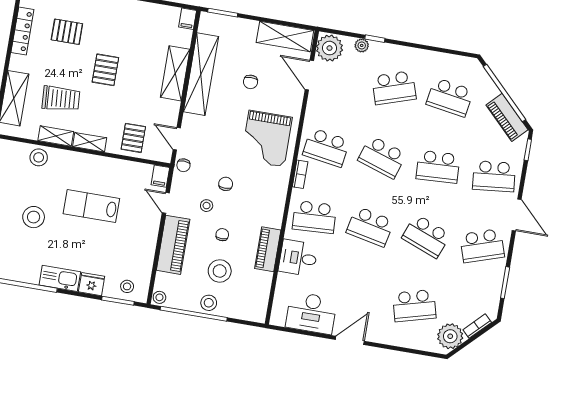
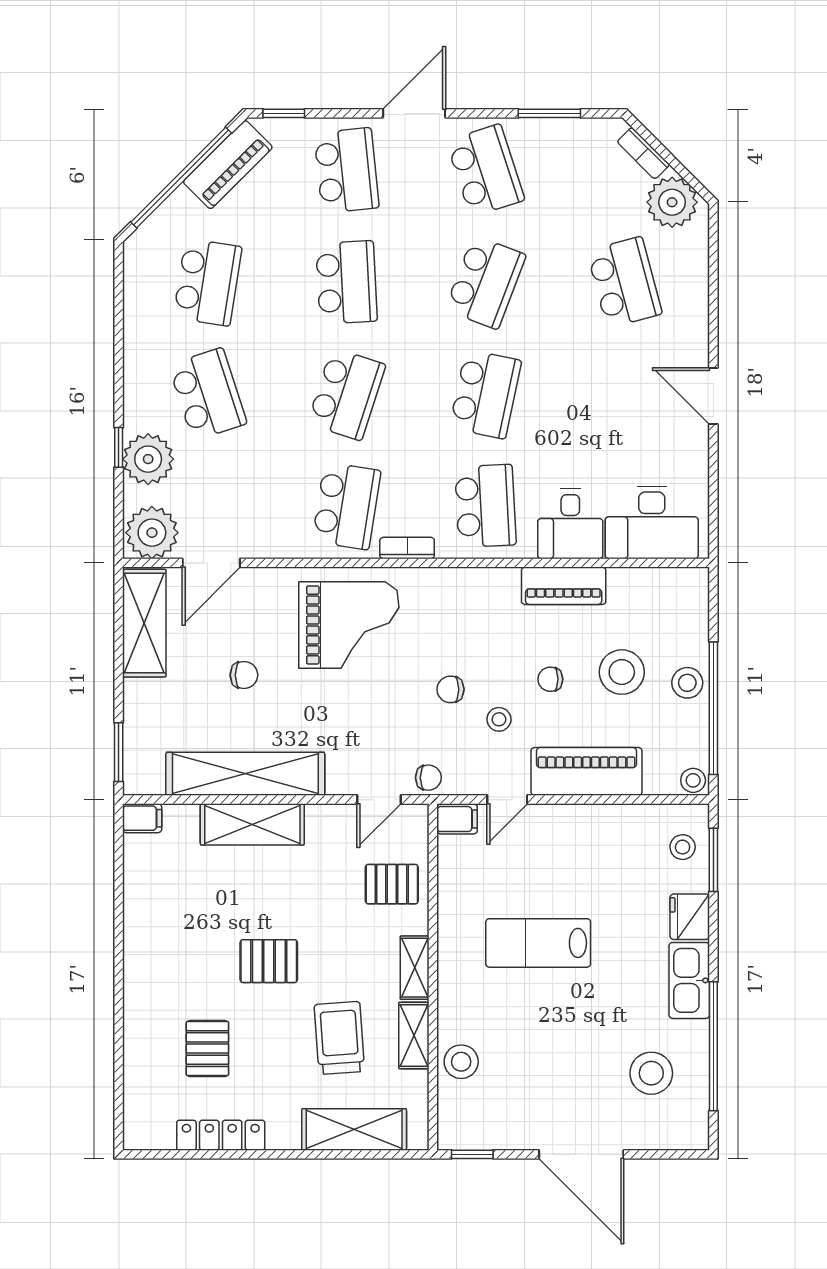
plant: (362, 45) -> (148, 459), width x1.87, depth x1.87
lab bench: (91, 206) -> (538, 943), turned 90
stool: (34, 217) -> (651, 1073), moved
desk: (311, 313) -> (652, 522), moved, turned 90

